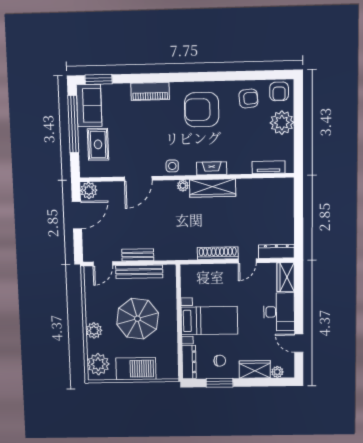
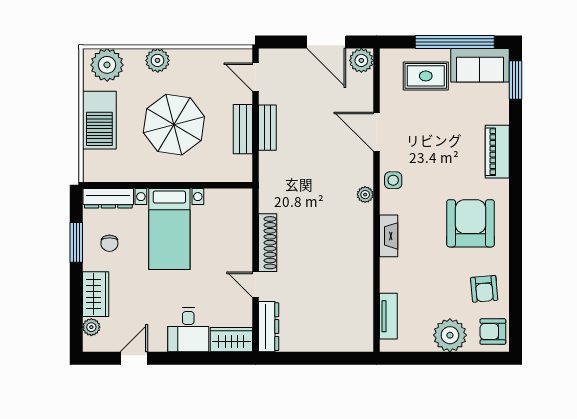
wardrobe: (213, 188) -> (361, 237), removed
bench: (139, 272) -> (243, 129), width x0.73
desk: (279, 312) -> (188, 330), width x0.73

